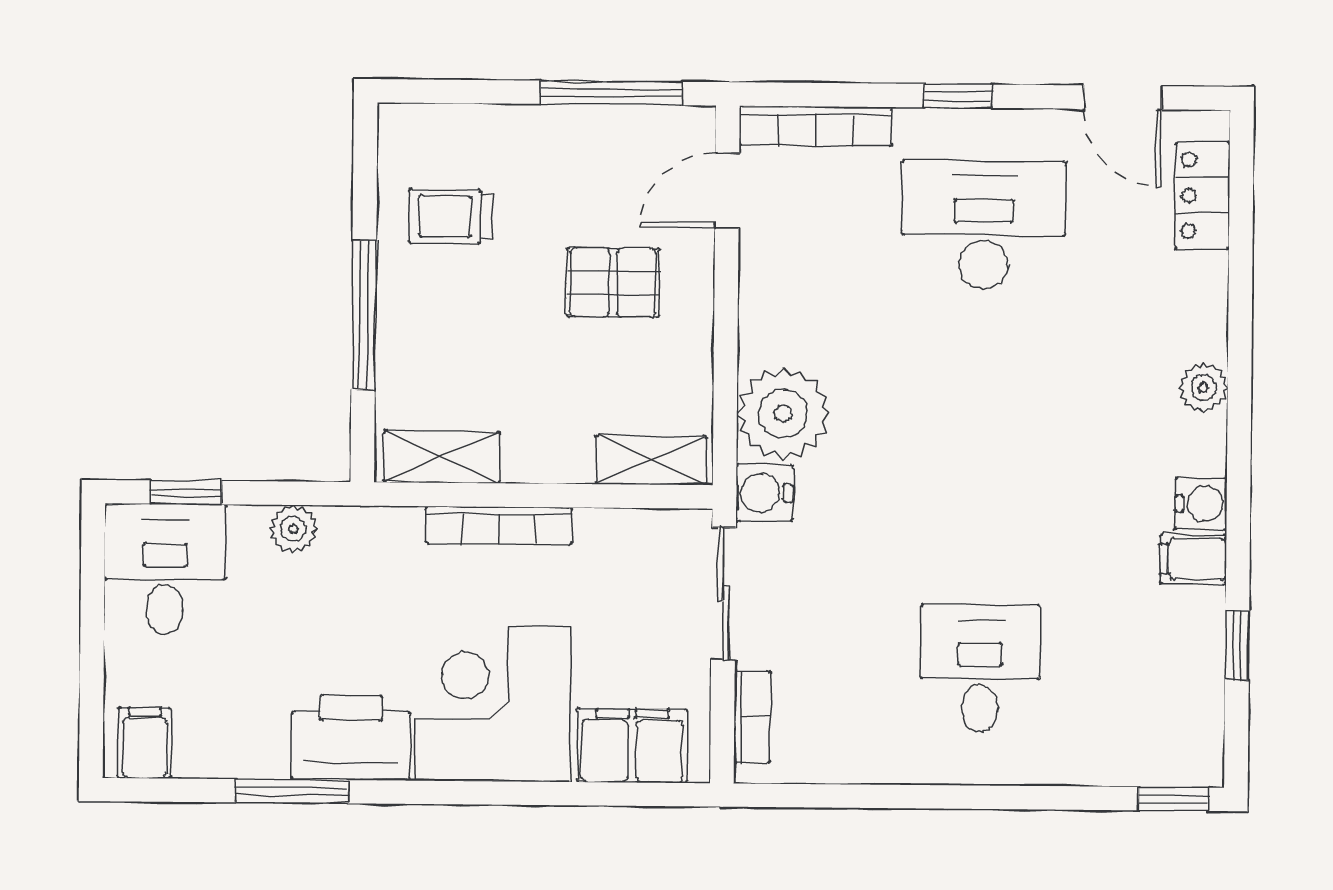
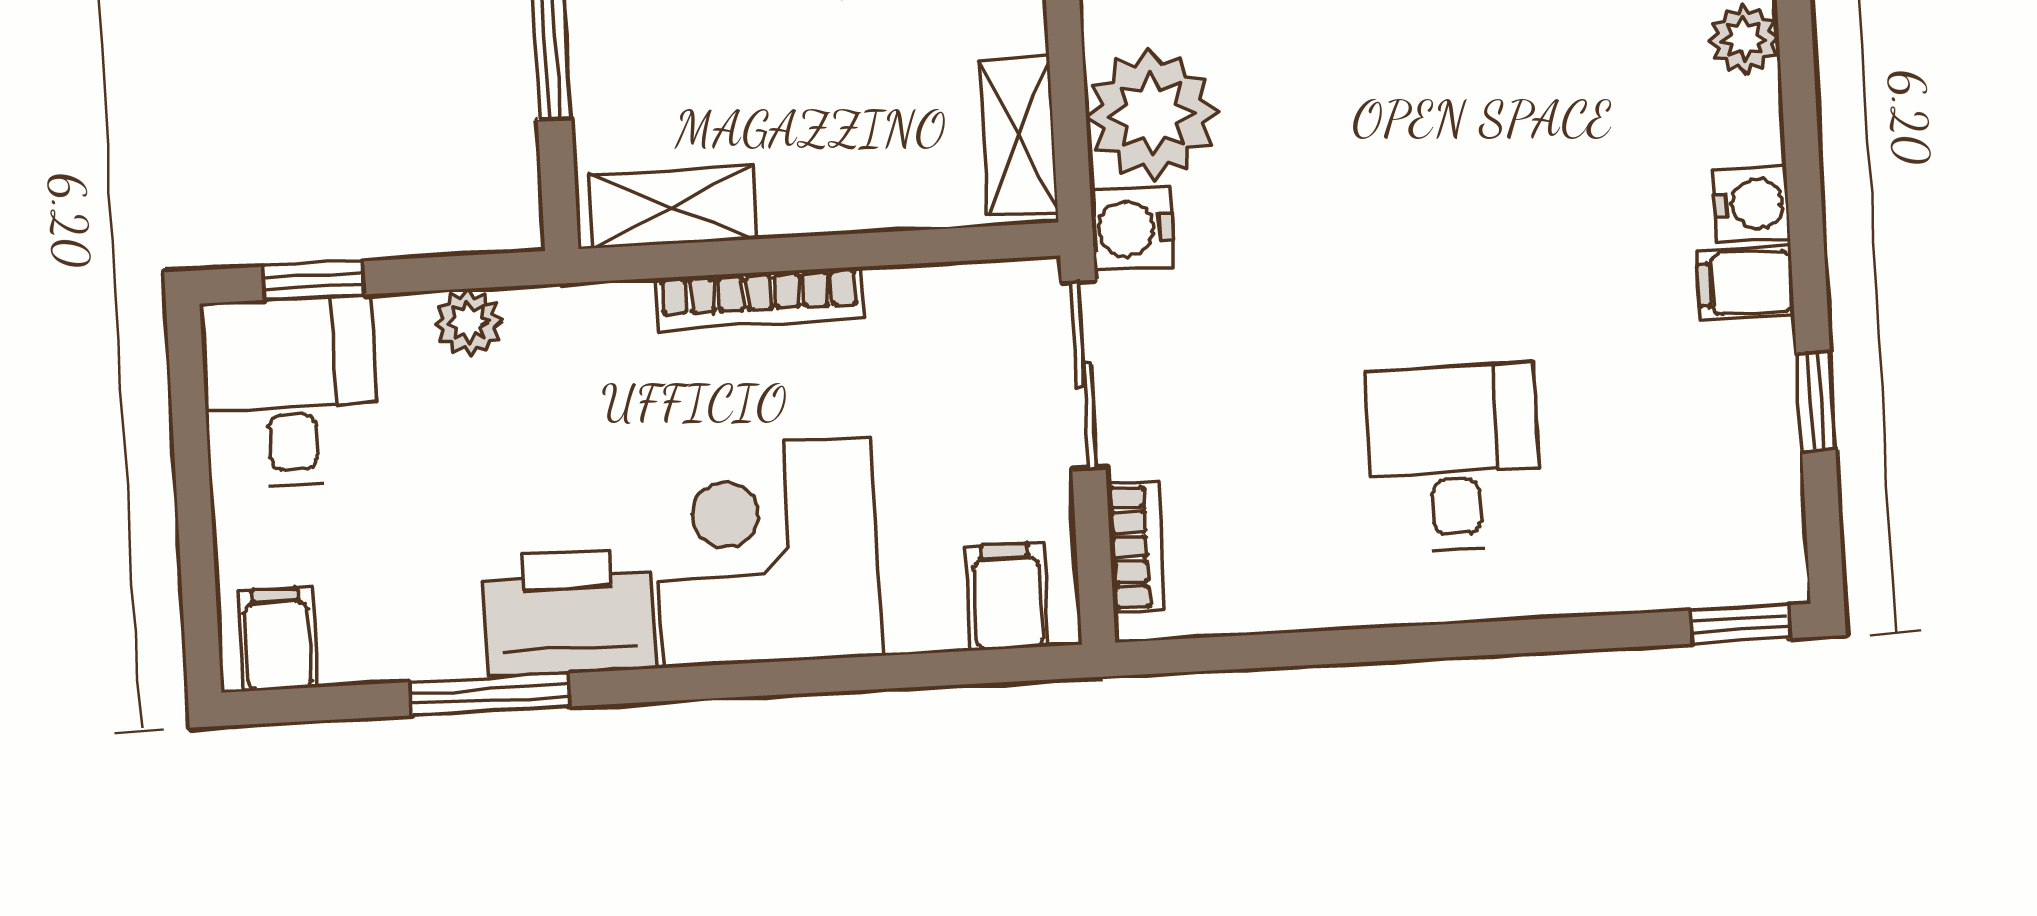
shelving: (651, 460) -> (1019, 136), moved, turned 90
filing cabinet: (632, 746) -> (1007, 597), width x0.50

